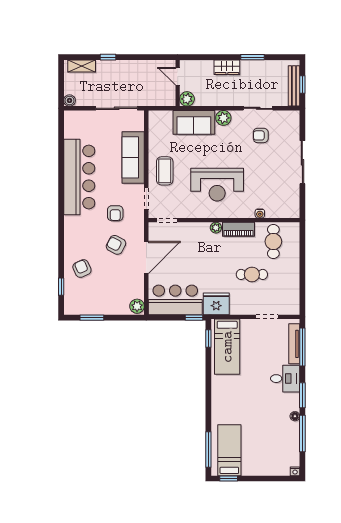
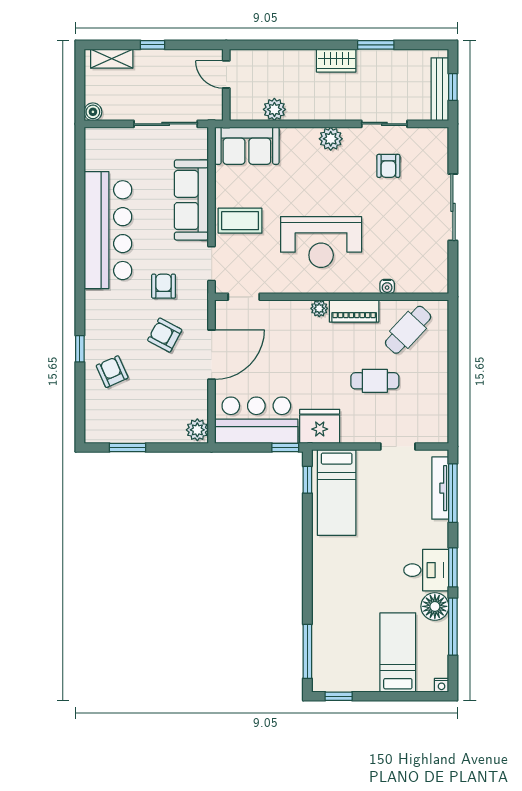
door: (178, 76) -> (226, 74), moved
wall: (178, 83) -> (226, 85), moved
sofa: (194, 122) -> (247, 146), moved
armchair: (261, 135) -> (388, 166), turned -90
coffee table: (165, 171) -> (240, 221), turned 90
armchair: (115, 213) -> (164, 286), turned 180
cafe table: (273, 241) -> (408, 330), turned 43
window: (61, 287) -> (80, 349), moved
desk: (285, 379) -> (426, 570), moved
floor lamp: (295, 416) -> (435, 606), width x1.89, depth x1.89
bed: (229, 450) -> (398, 652), moved

